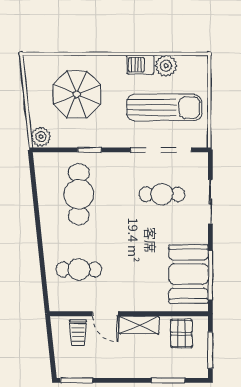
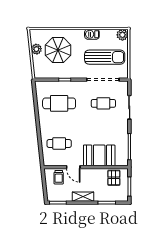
plant: (166, 66) -> (122, 35), moved
plant: (41, 137) -> (36, 49), moved
cafe table: (79, 194) -> (59, 103), turned 90
booth: (188, 274) -> (99, 155), moved, turned 90
shelving: (139, 325) -> (83, 197), moved

